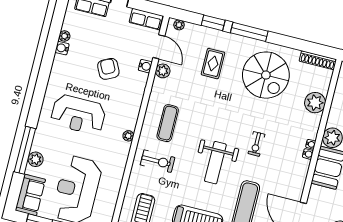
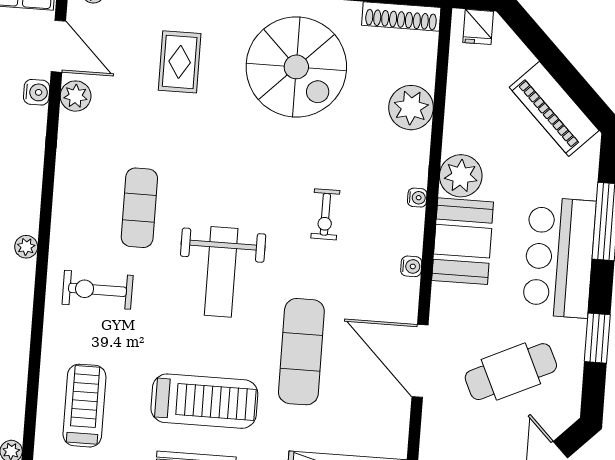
exercise mat: (168, 123) -> (139, 208), moved
exercise bike: (256, 144) -> (325, 214), moved
water cooler: (308, 154) -> (411, 266), moved
exercise bike: (158, 161) -> (98, 290), turned 180

